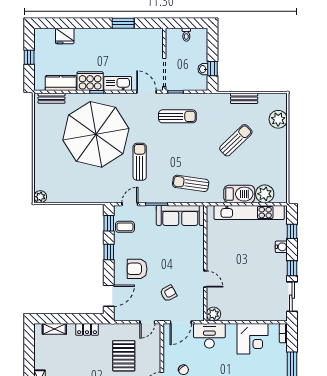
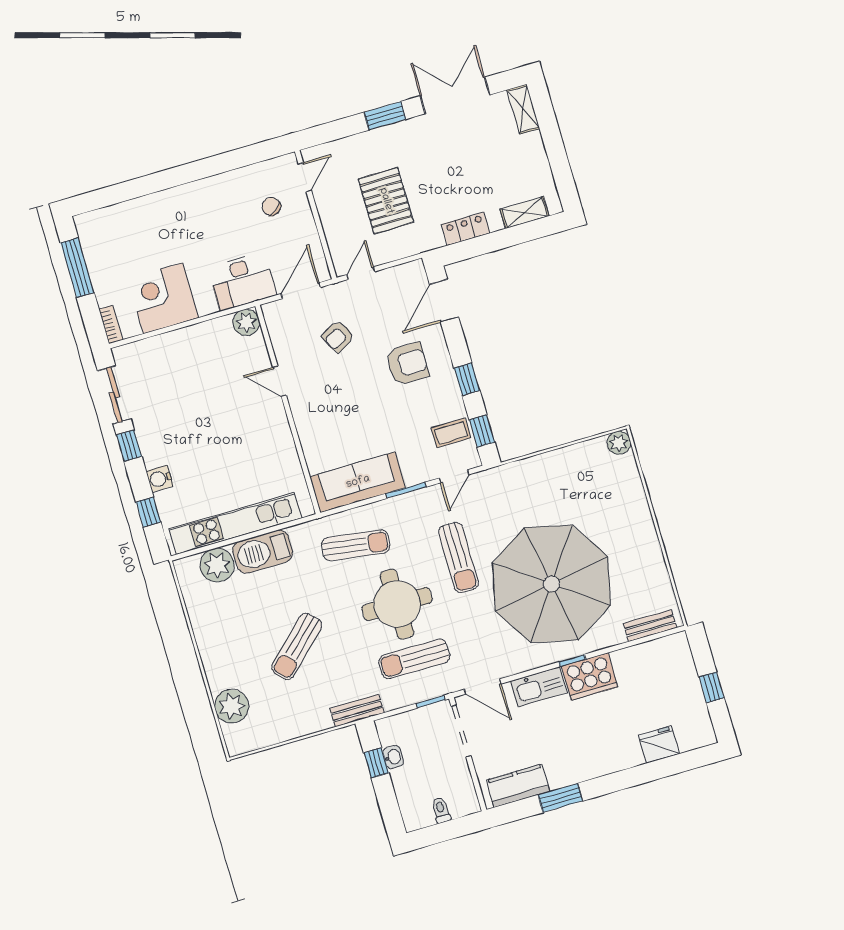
kitchen counter: (61, 83) -> (518, 786), moved, turned 180
bench: (244, 98) -> (357, 711), moved
round table: (178, 147) -> (397, 604), added

